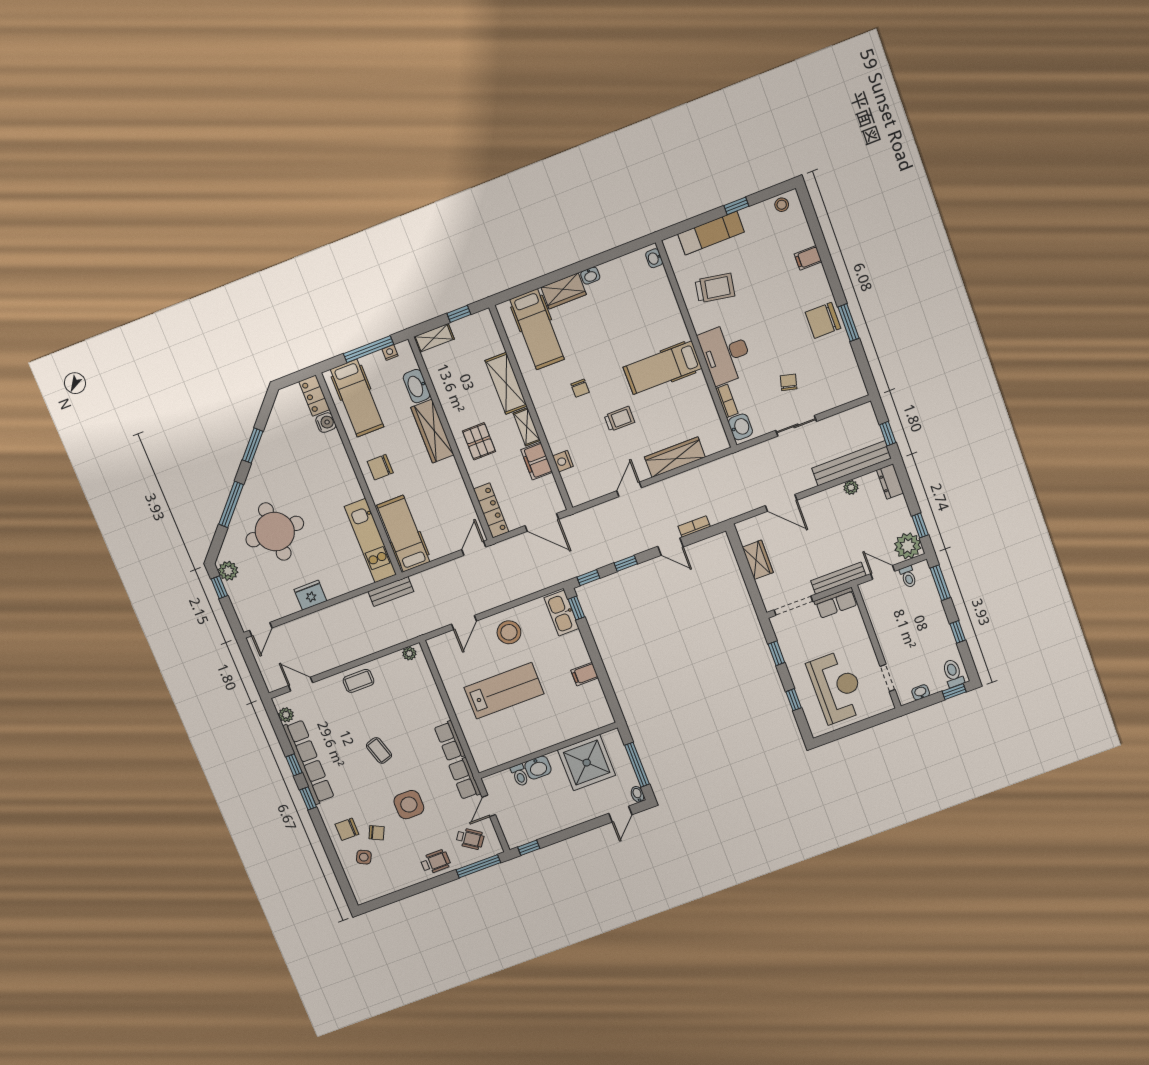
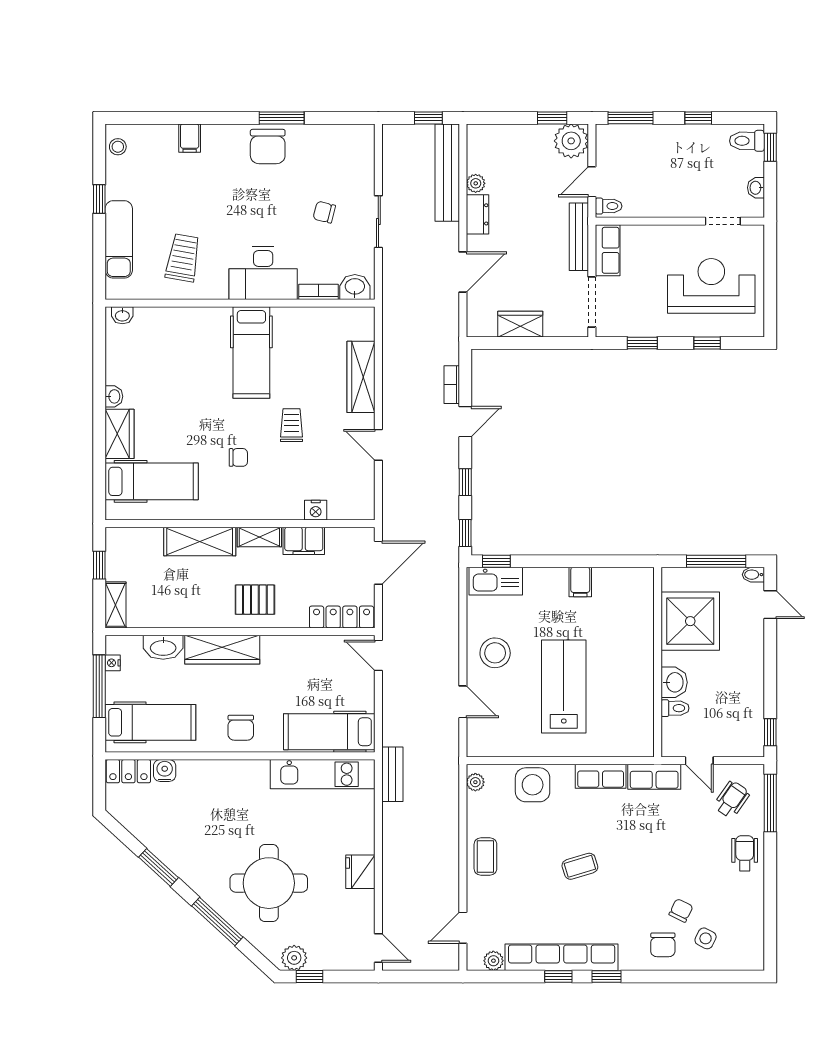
dresser: (890, 482) -> (478, 214), moved, turned -90
toilet: (908, 577) -> (609, 206), moved
side table: (409, 805) -> (533, 785), moved

